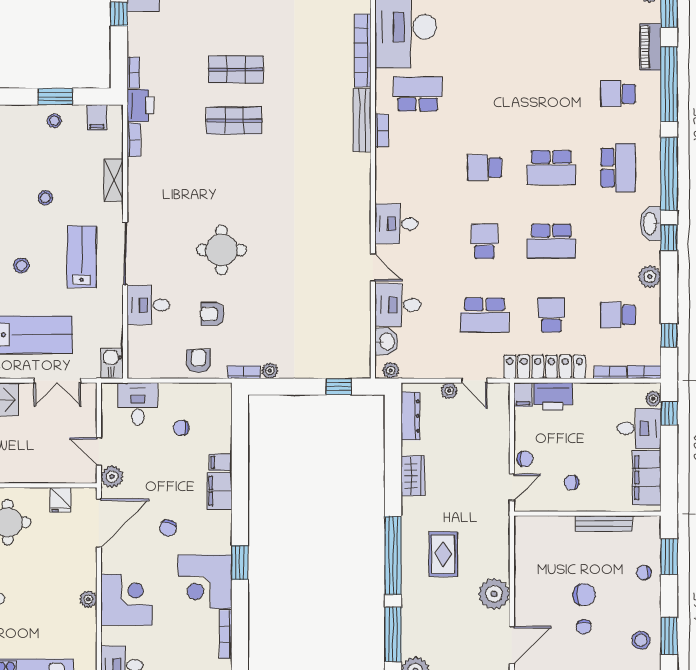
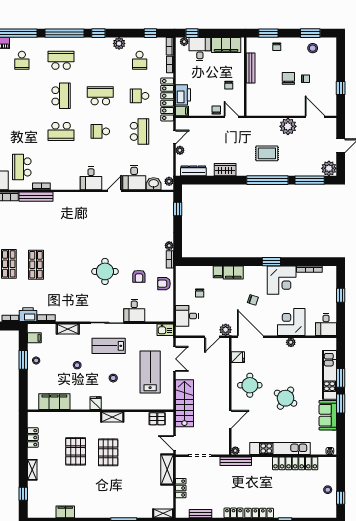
school desk: (485, 168) -> (61, 131), width x1.85
washbasin: (651, 224) -> (91, 43), removed
school desk: (551, 241) -> (100, 96), turned -90

